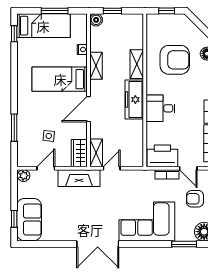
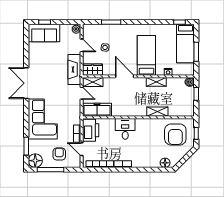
armchair: (175, 60) -> (175, 134), moved
freezer: (134, 100) -> (97, 110), moved
door: (188, 168) -> (82, 149), hinge flipped

